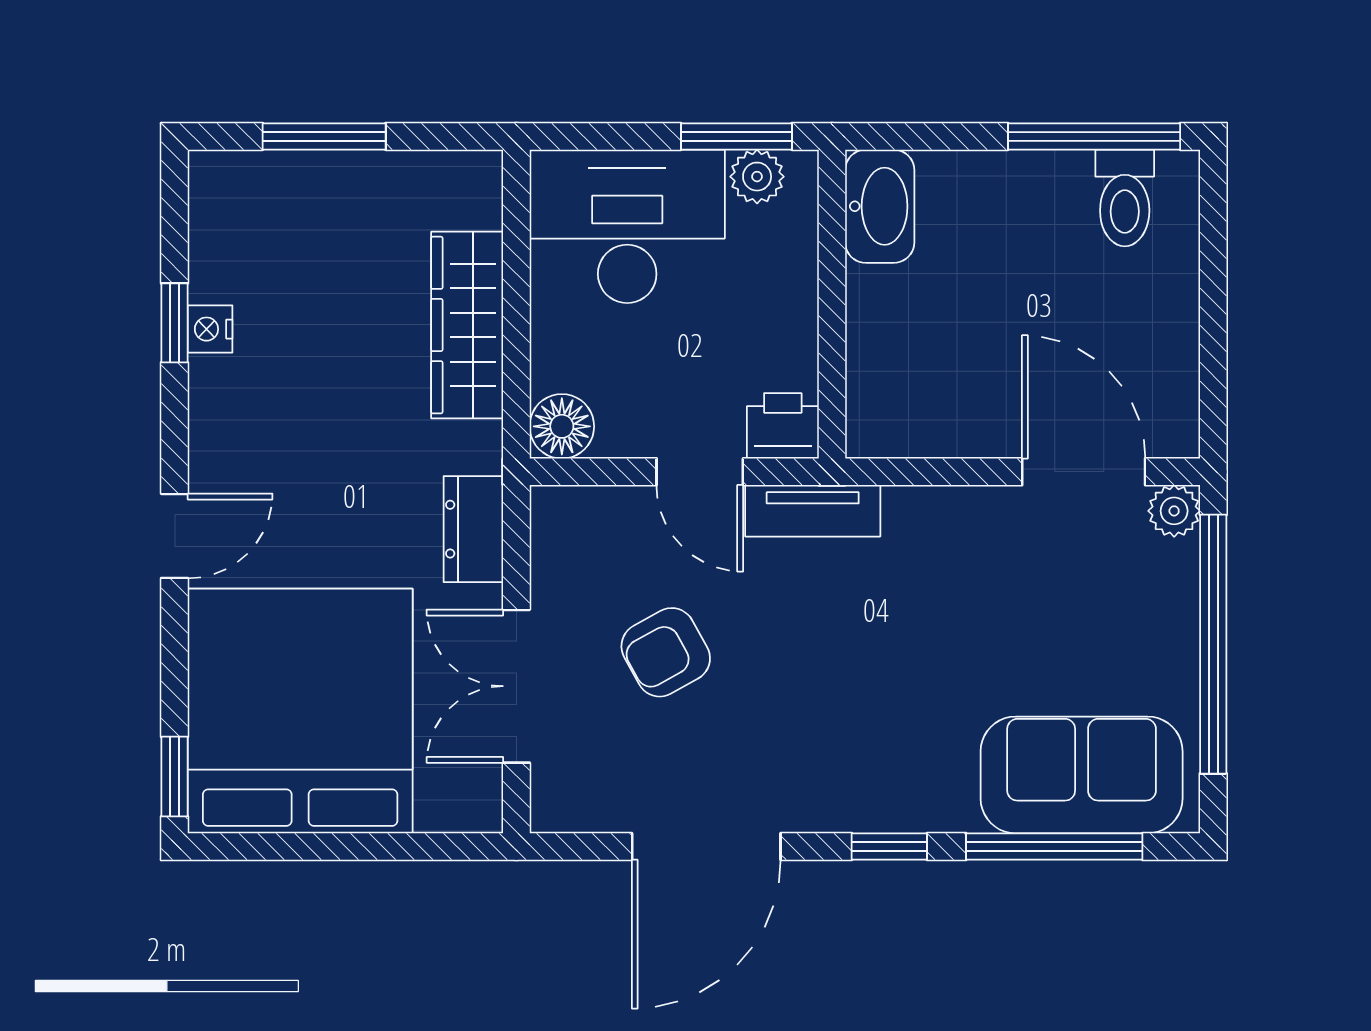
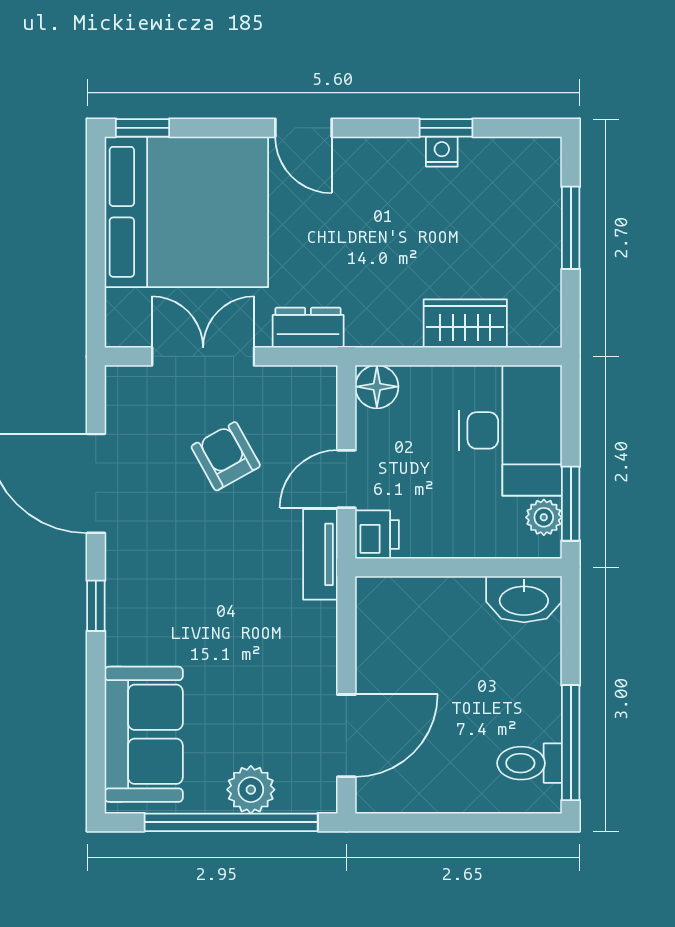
wardrobe: (467, 325) -> (465, 323), width x0.67
plant: (1174, 511) -> (251, 790), moved, width x1.38, depth x1.38
window: (1054, 846) -> (96, 716), removed

